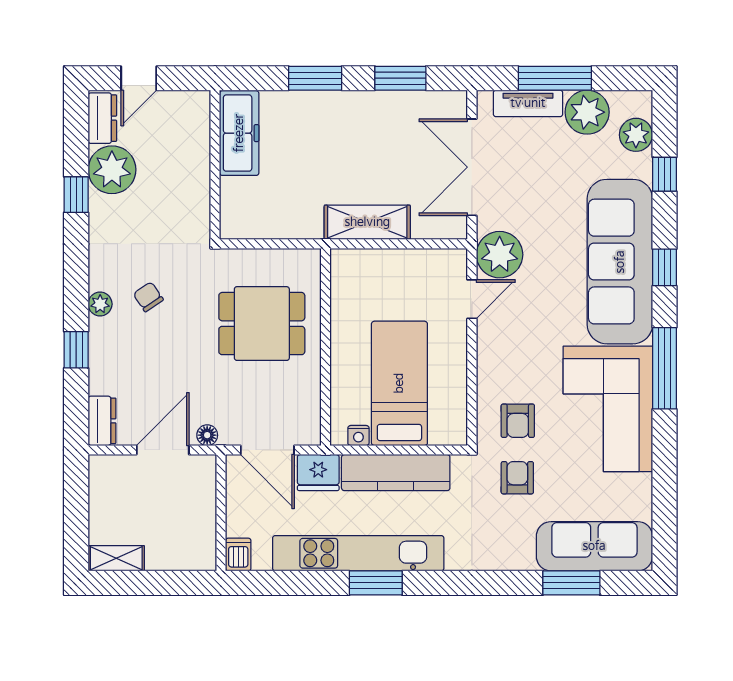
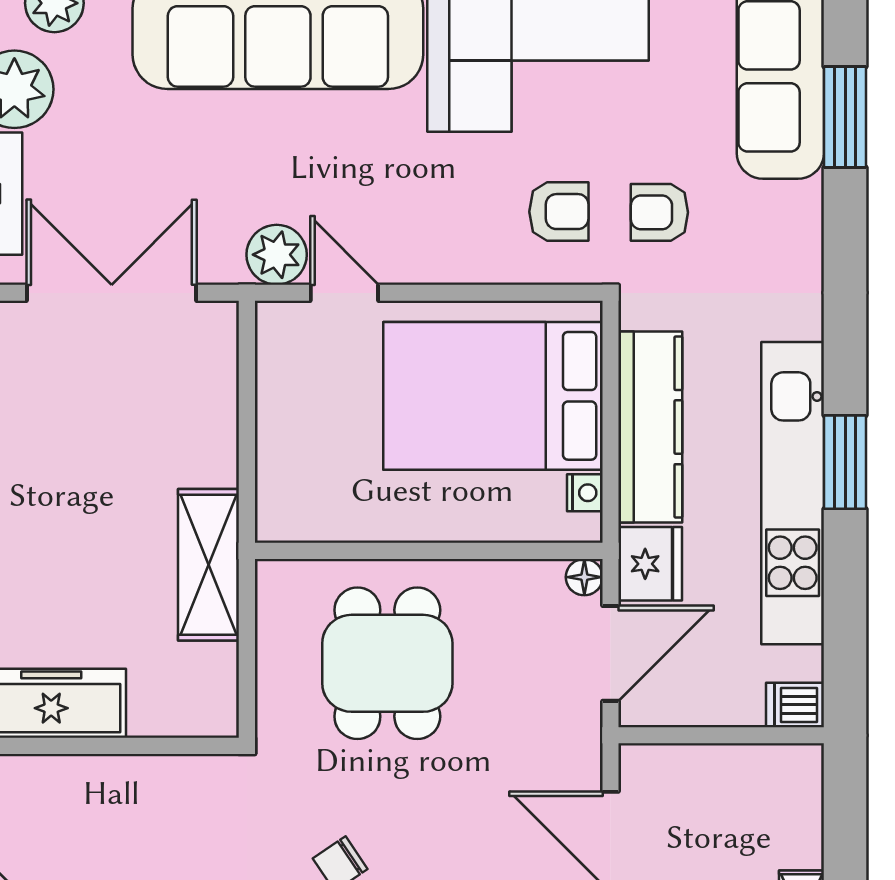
double door: (472, 167) -> (112, 293), swing flipped
shelving: (367, 222) -> (209, 565), moved
plant: (500, 255) -> (277, 255), width x0.73, depth x0.73
bed: (399, 383) -> (493, 396), width x1.50
floor lamp: (207, 435) -> (584, 577), moved

